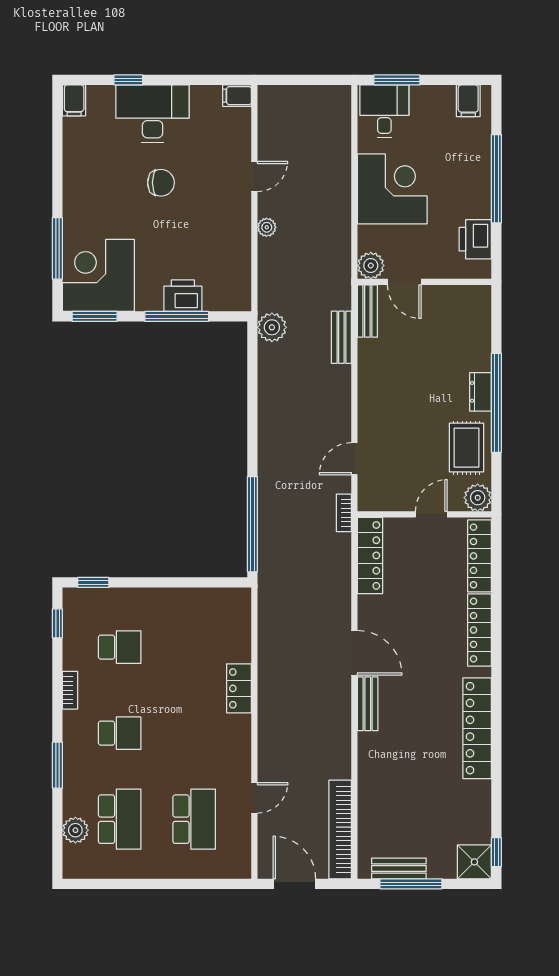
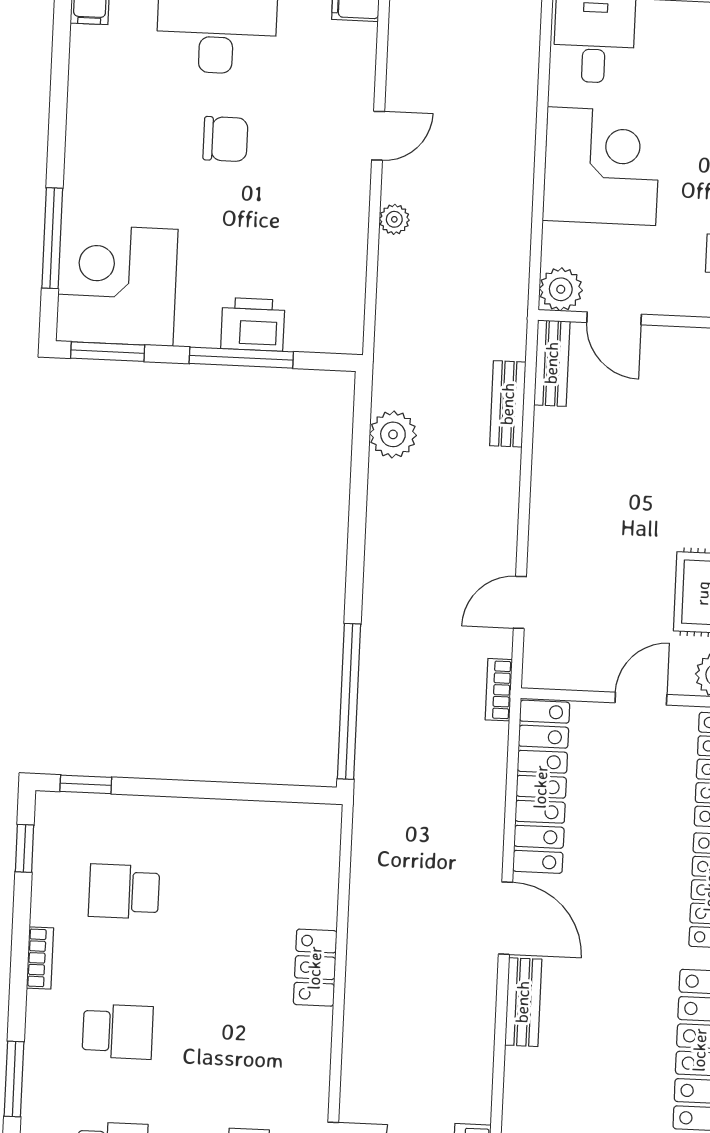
plant: (272, 327) -> (393, 434), moved
locker: (370, 555) -> (541, 787), width x1.41, depth x1.21
school desk: (120, 647) -> (124, 892), turned 180

